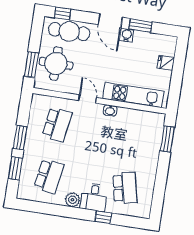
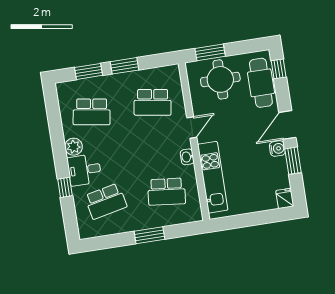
fridge: (166, 63) -> (285, 198), moved
school desk: (133, 136) -> (167, 192), added
window: (167, 139) -> (149, 235), moved

